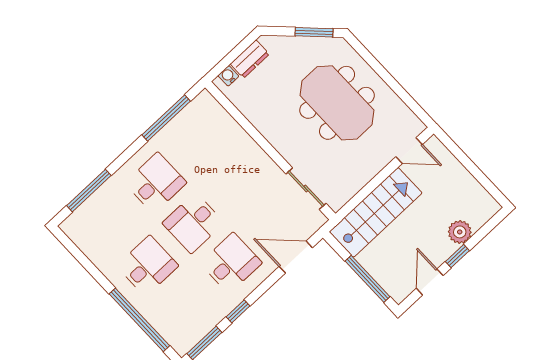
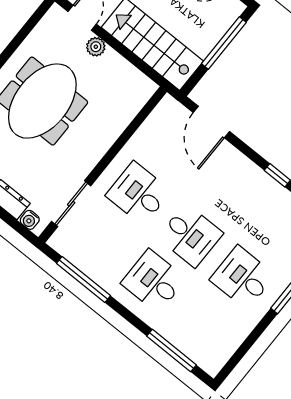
plant: (381, 159) -> (96, 47), added
sliding door: (306, 189) -> (71, 204), moved
desk: (231, 263) -> (138, 193), moved

